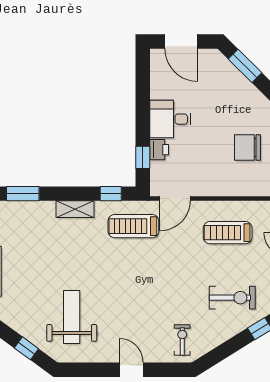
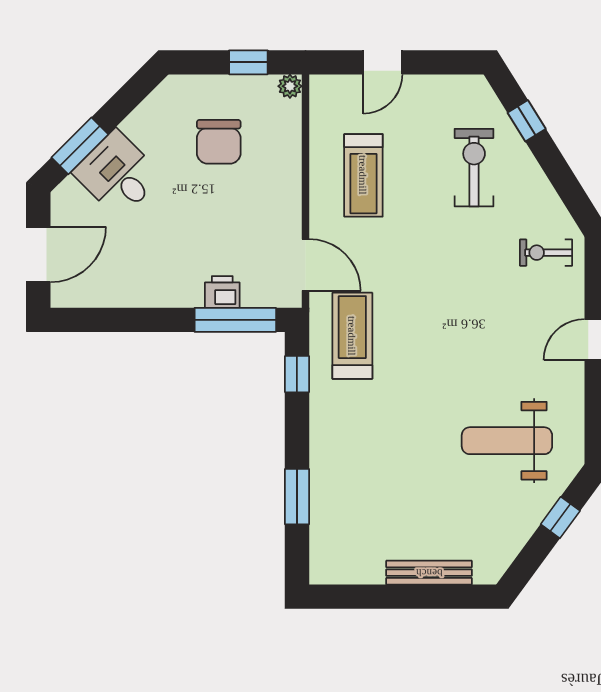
desk: (170, 119) -> (118, 174), moved, turned 135
window: (143, 157) -> (235, 320), width x2.17
window: (23, 194) -> (297, 497), moved
shelving: (75, 209) -> (323, 435), removed
treadmill: (133, 226) -> (352, 336), turned 180

